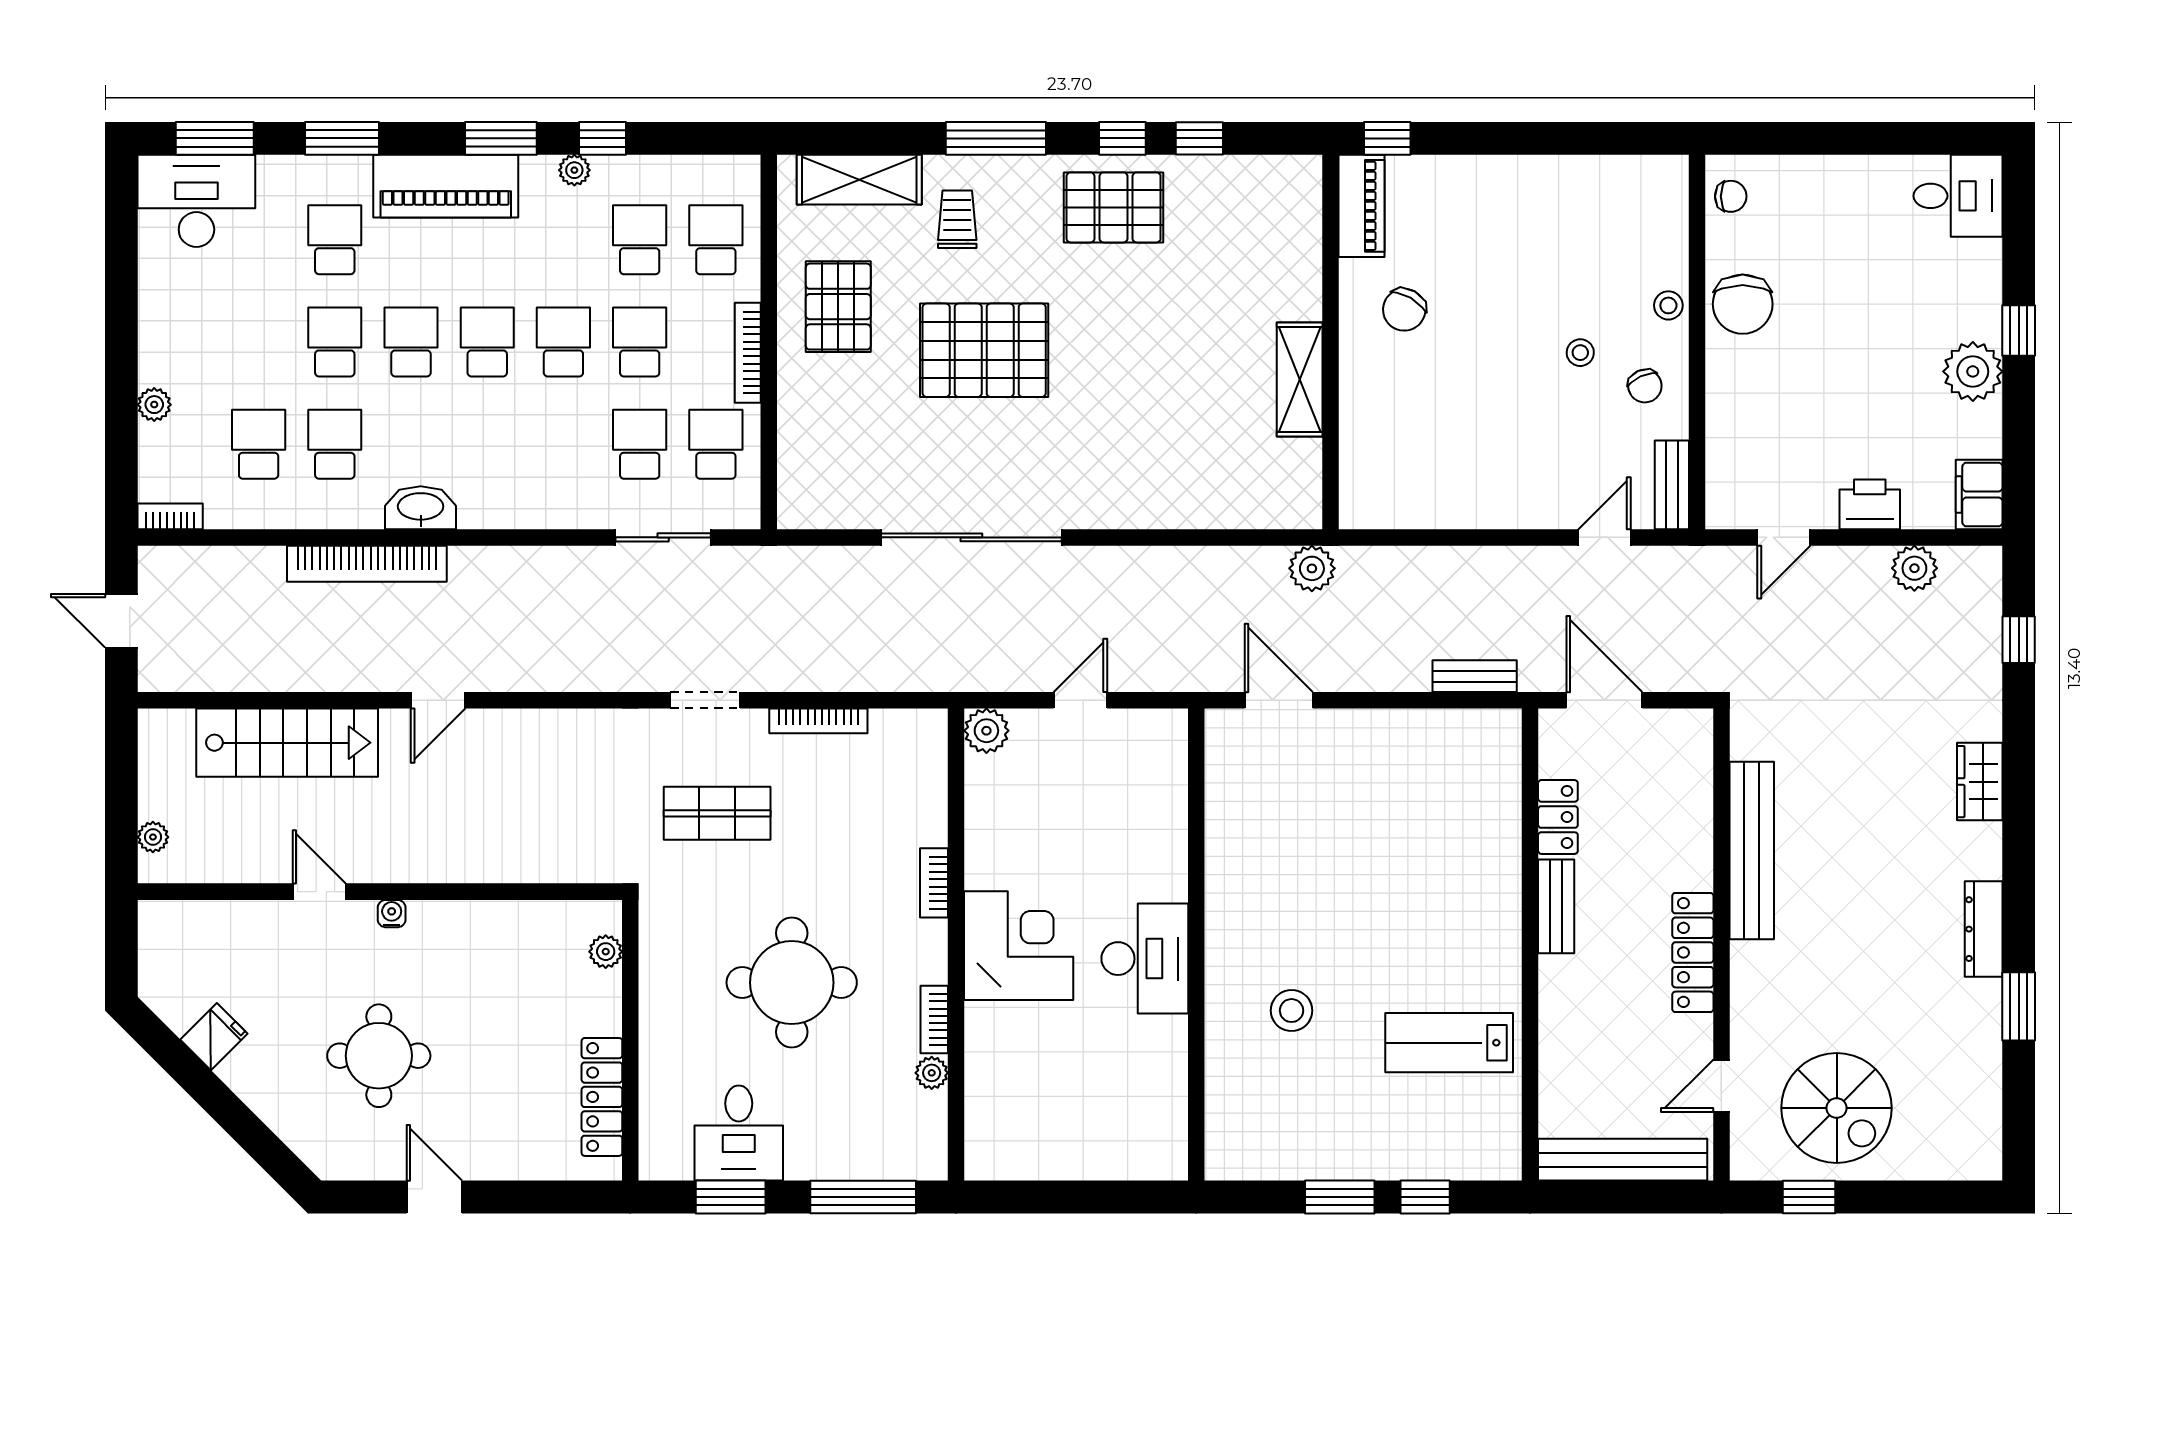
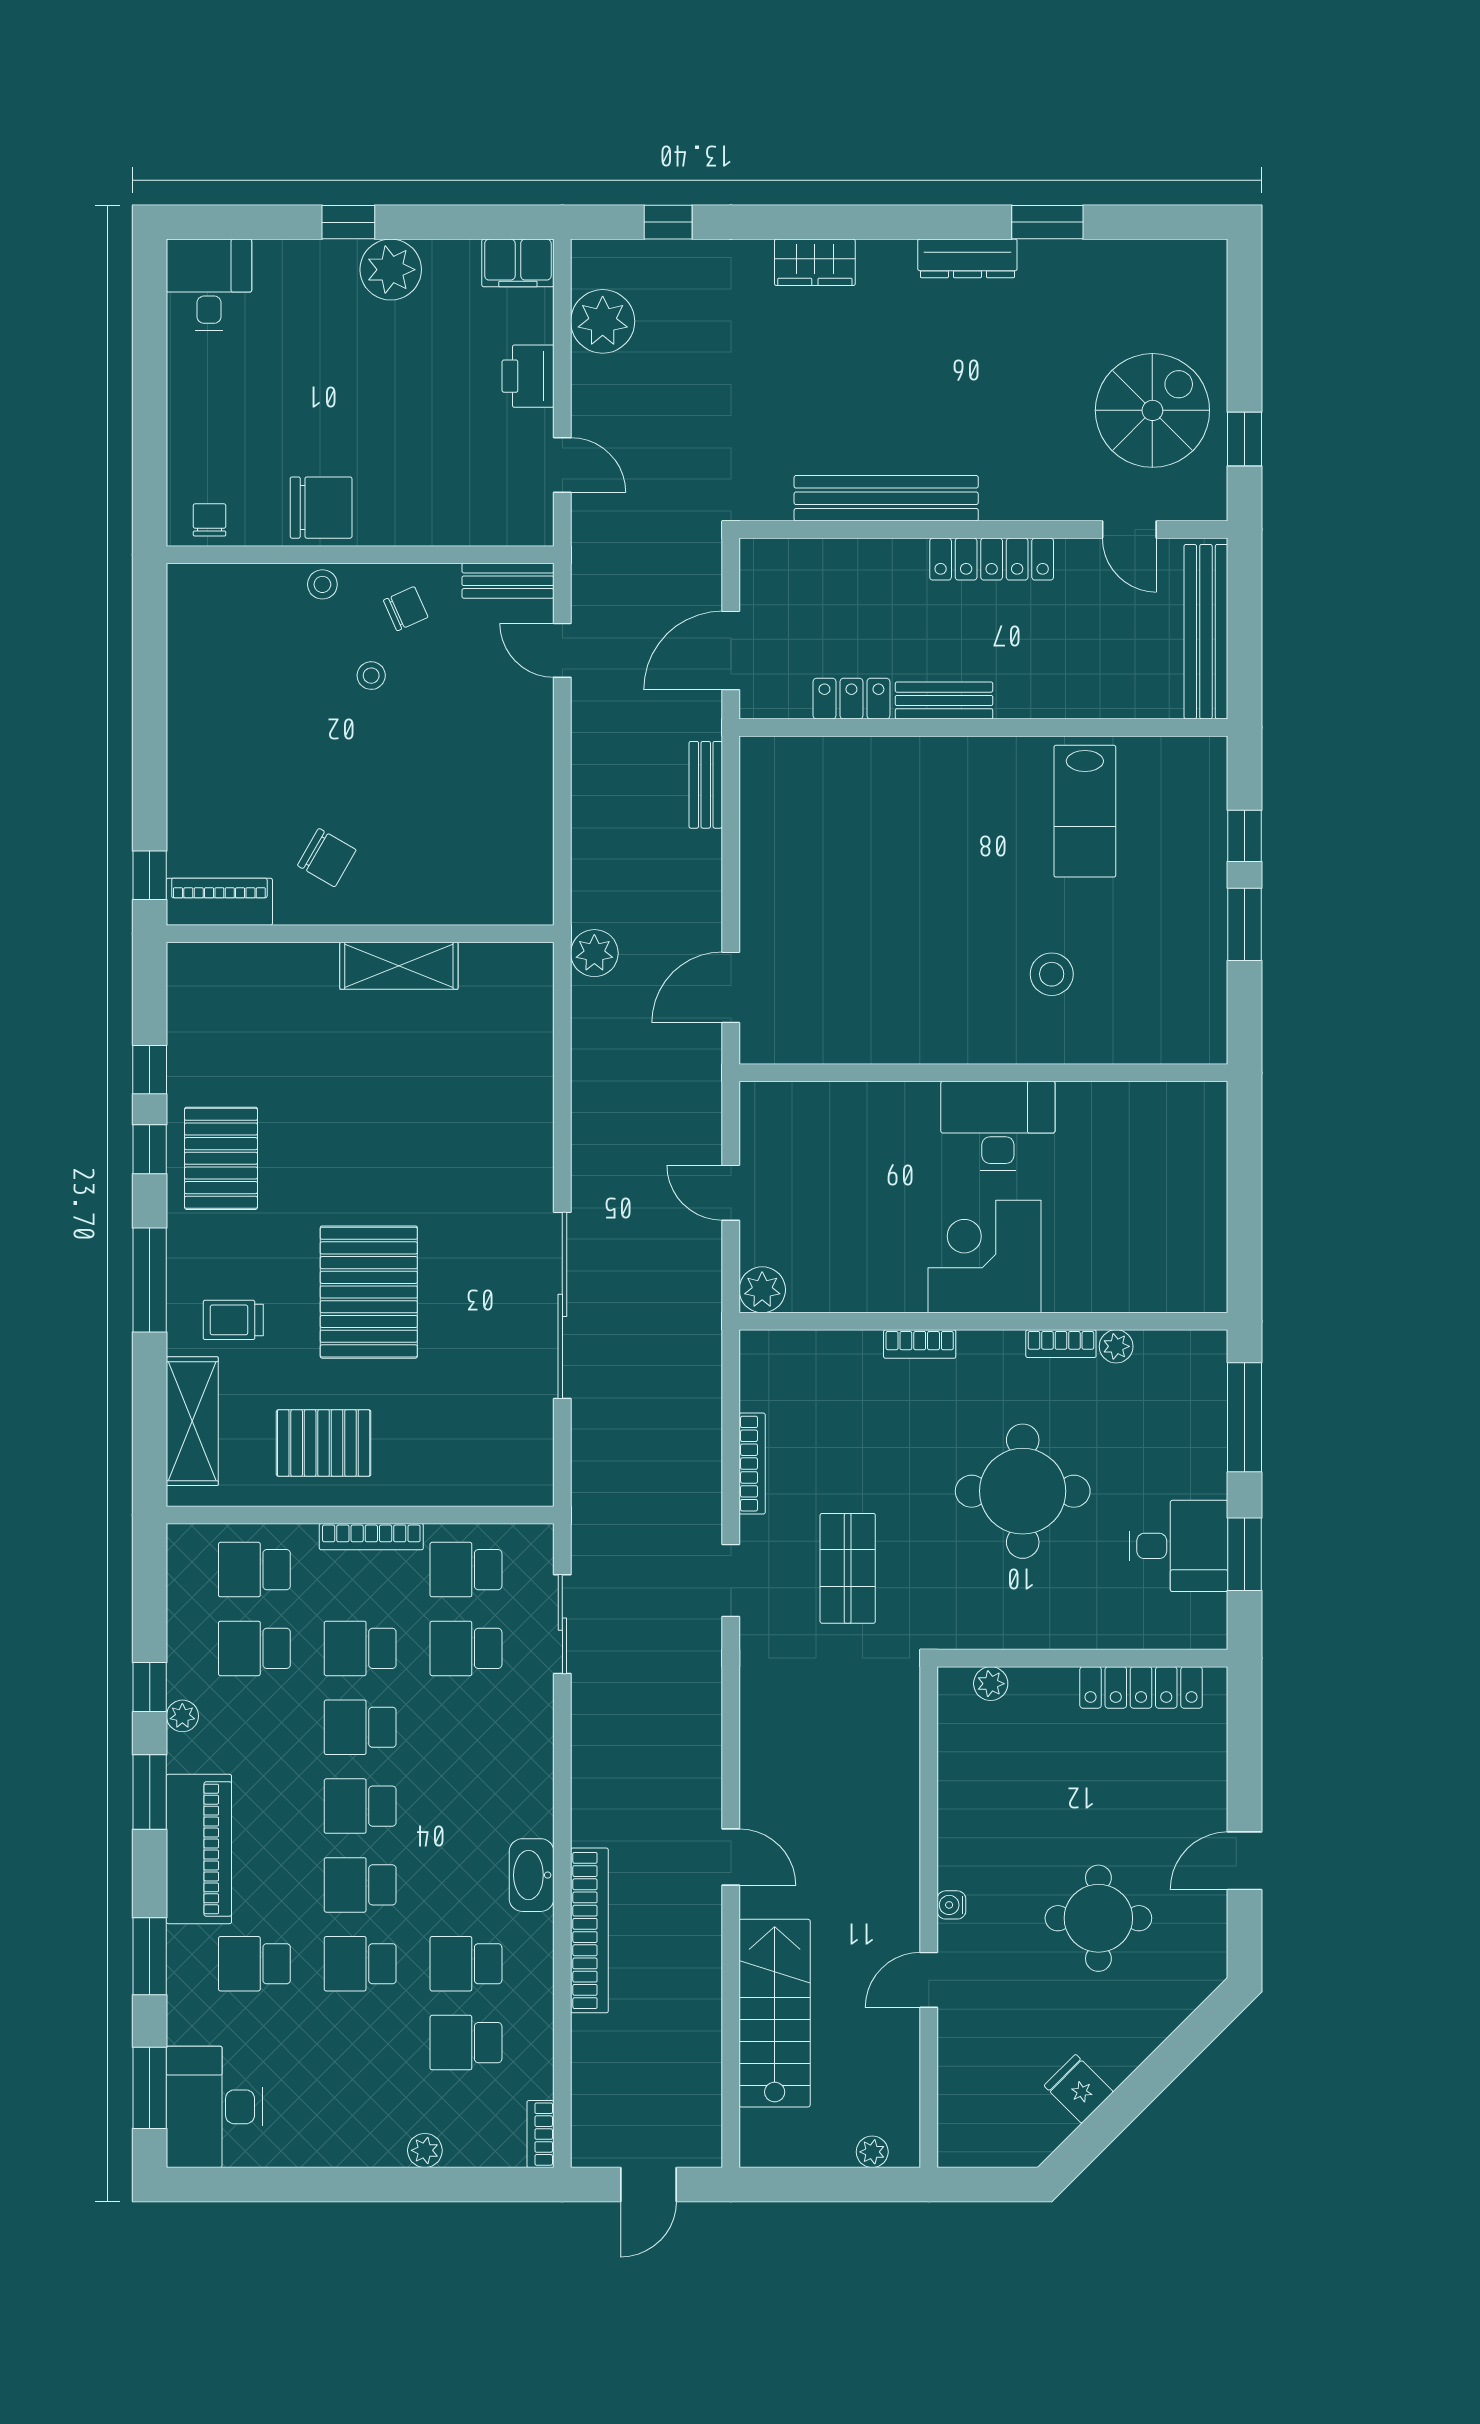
plant: (1914, 568) -> (603, 321), width x1.36, depth x1.36

